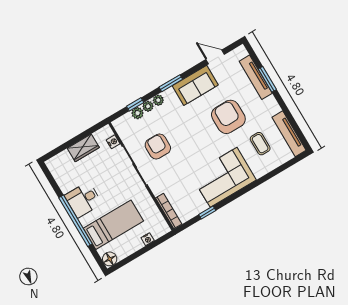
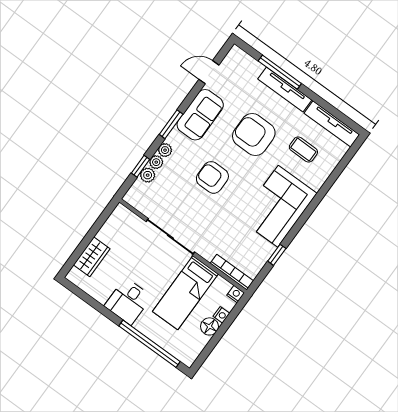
tv unit: (256, 77) -> (285, 89), moved
window: (267, 79) -> (280, 72), width x1.44
nightstand: (113, 142) -> (236, 294), moved
armchair: (158, 146) -> (212, 177), moved
wardrobe: (83, 148) -> (92, 257), moved
window: (76, 221) -> (149, 344), moved
bed: (113, 225) -> (185, 293), moved, turned 180
floor lamp: (110, 259) -> (209, 326), moved

